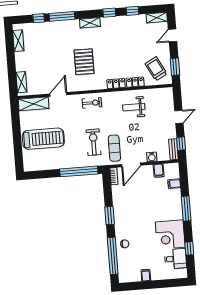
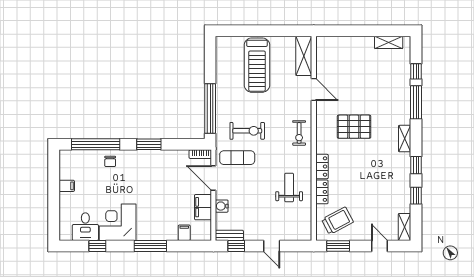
shelving: (21, 82) -> (334, 42), removed
filing cabinet: (159, 171) -> (203, 207), width x2.00

